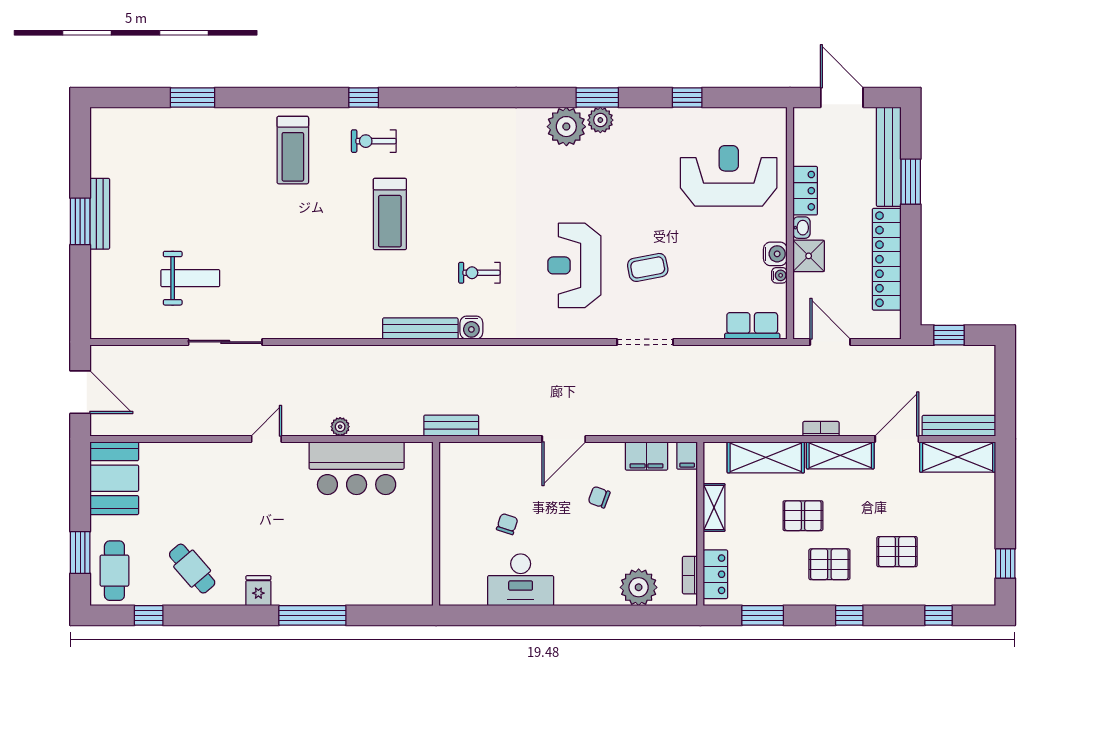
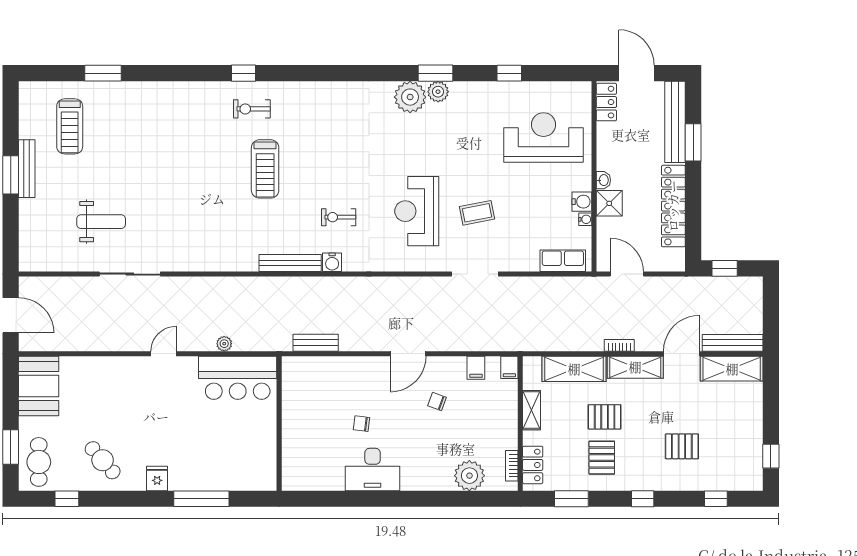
treadmill: (293, 150) -> (70, 126), moved
locker: (805, 191) -> (606, 102), moved
filing cabinet: (646, 456) -> (476, 368), width x0.50
wall: (436, 524) -> (279, 423), moved
chair: (507, 524) -> (362, 424), turned -101
pallet: (829, 564) -> (602, 458), moved, turned 90

